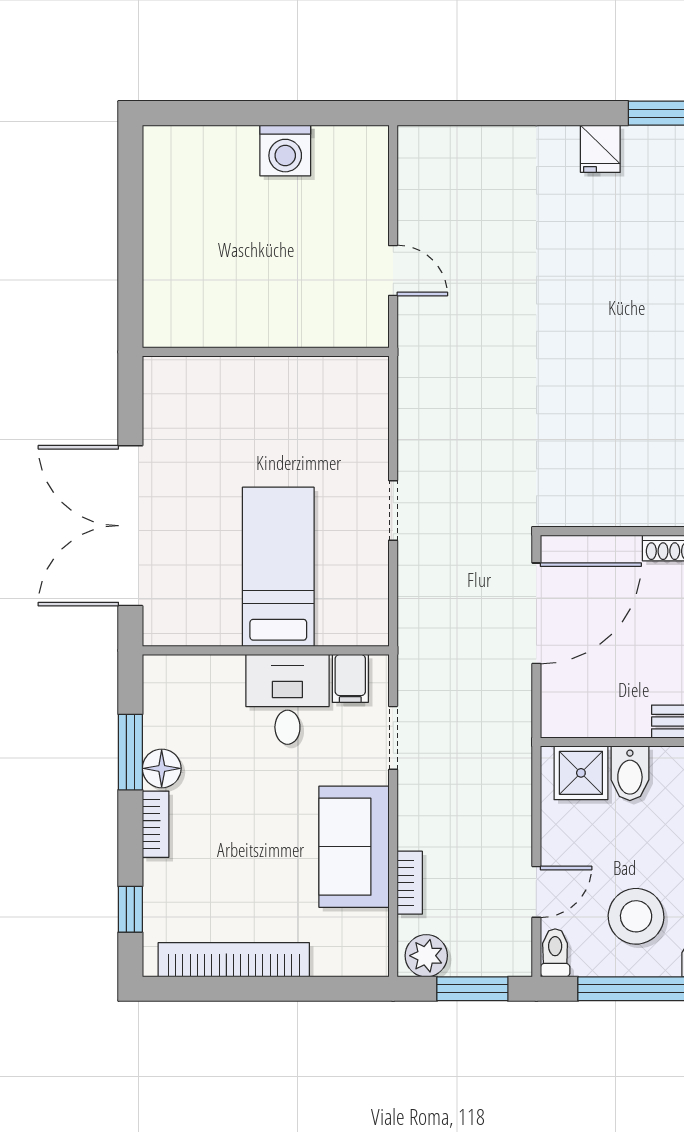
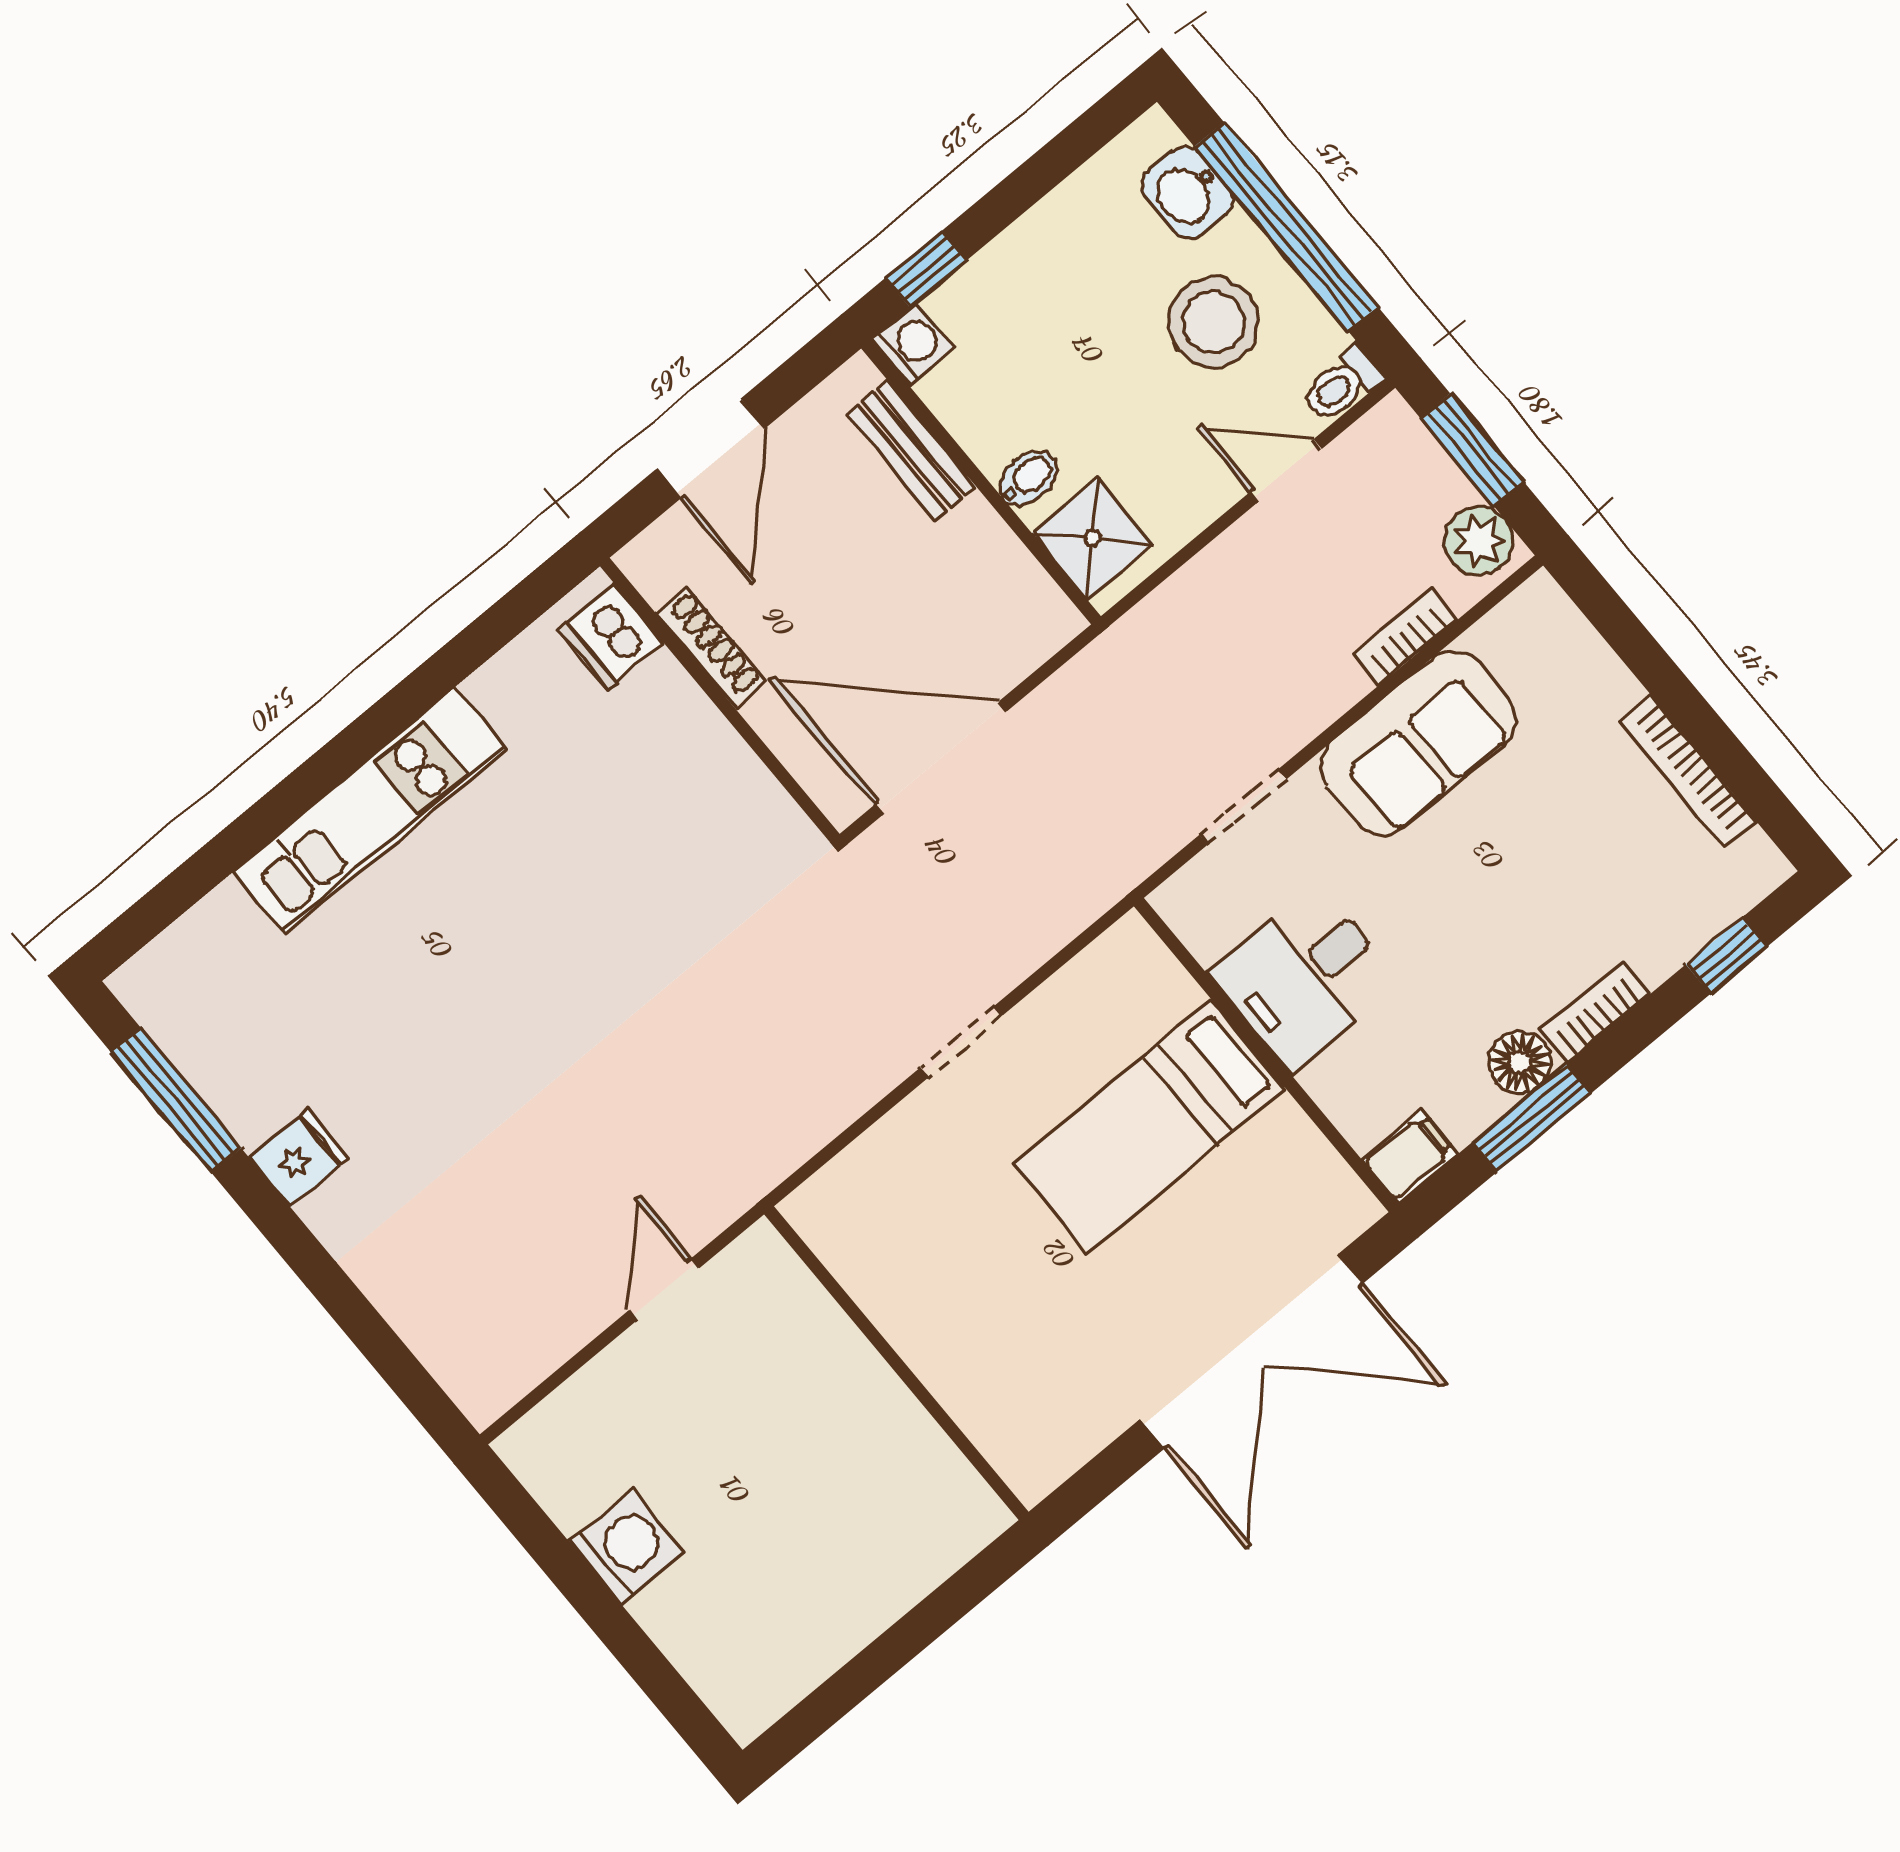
filing cabinet: (350, 678) -> (1410, 1157), moved
bidet: (630, 773) -> (1028, 478), width x0.72, depth x0.74
bookcase: (234, 960) -> (1687, 771), width x0.68, depth x0.76

